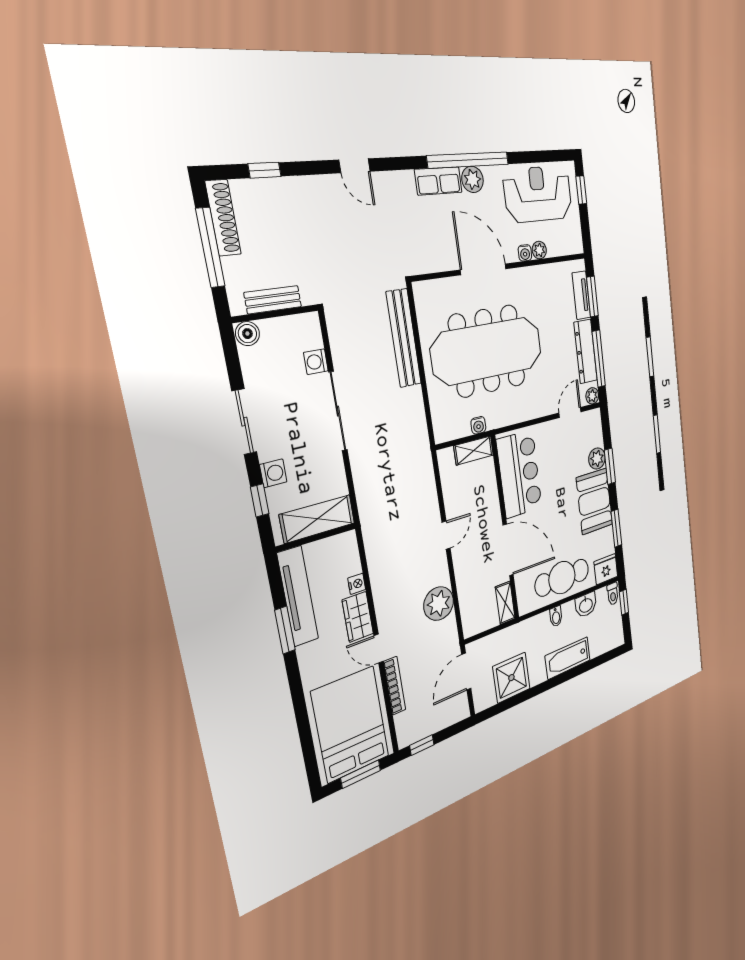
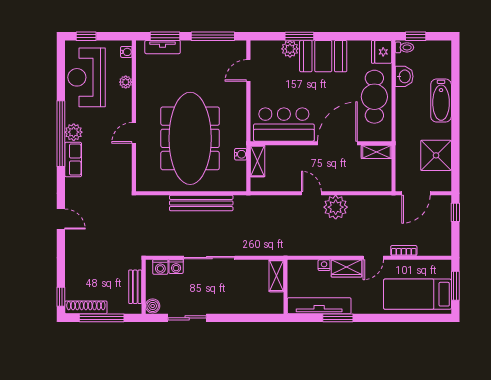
door: (355, 166) -> (61, 219), hinge flipped
window: (265, 170) -> (61, 297), moved
water cooler: (525, 253) -> (126, 52), moved
door: (483, 269) -> (134, 133), width x0.53
bench: (404, 338) -> (201, 203), moved
dresser: (586, 351) -> (205, 49), removed
plant: (592, 396) -> (240, 47), removed
door: (570, 412) -> (248, 70), hinge flipped
sliding door: (244, 422) -> (187, 318), moved
washing machine: (273, 473) -> (160, 267), moved, turned 180
window: (260, 500) -> (252, 318), removed
shelving: (318, 519) -> (276, 276), width x0.67, depth x0.75
window: (616, 528) -> (351, 36), removed
plant: (439, 604) -> (336, 207), moved
bidet: (556, 616) -> (403, 107), removed
door: (466, 672) -> (416, 193), hinge flipped
bookcase: (395, 686) -> (404, 251), width x0.64
bed: (351, 724) -> (417, 294), width x0.67
window: (422, 745) -> (455, 212), moved

